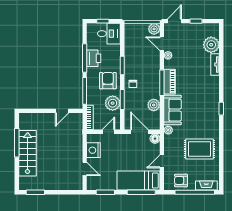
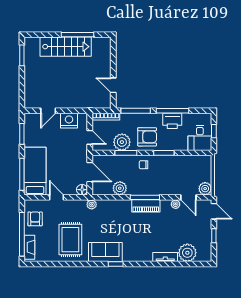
door: (162, 44) -> (188, 197), swing flipped
sofa: (173, 110) -> (105, 252), moved, turned 180
door: (139, 132) -> (90, 172), hinge flipped

